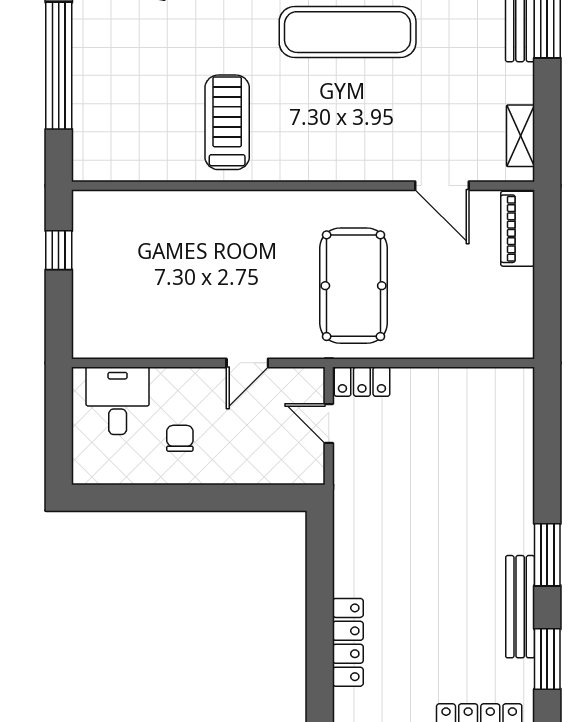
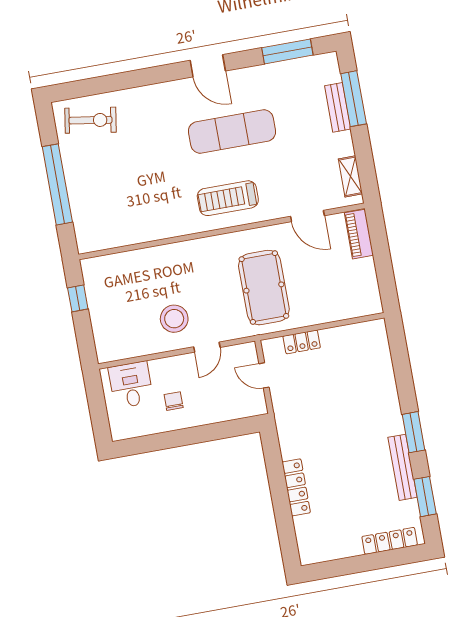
treadmill: (227, 122) -> (228, 198), moved, turned -90
stool: (204, 309) -> (174, 319), added
locker: (362, 382) -> (302, 342), moved
locker: (348, 642) -> (296, 487), moved

